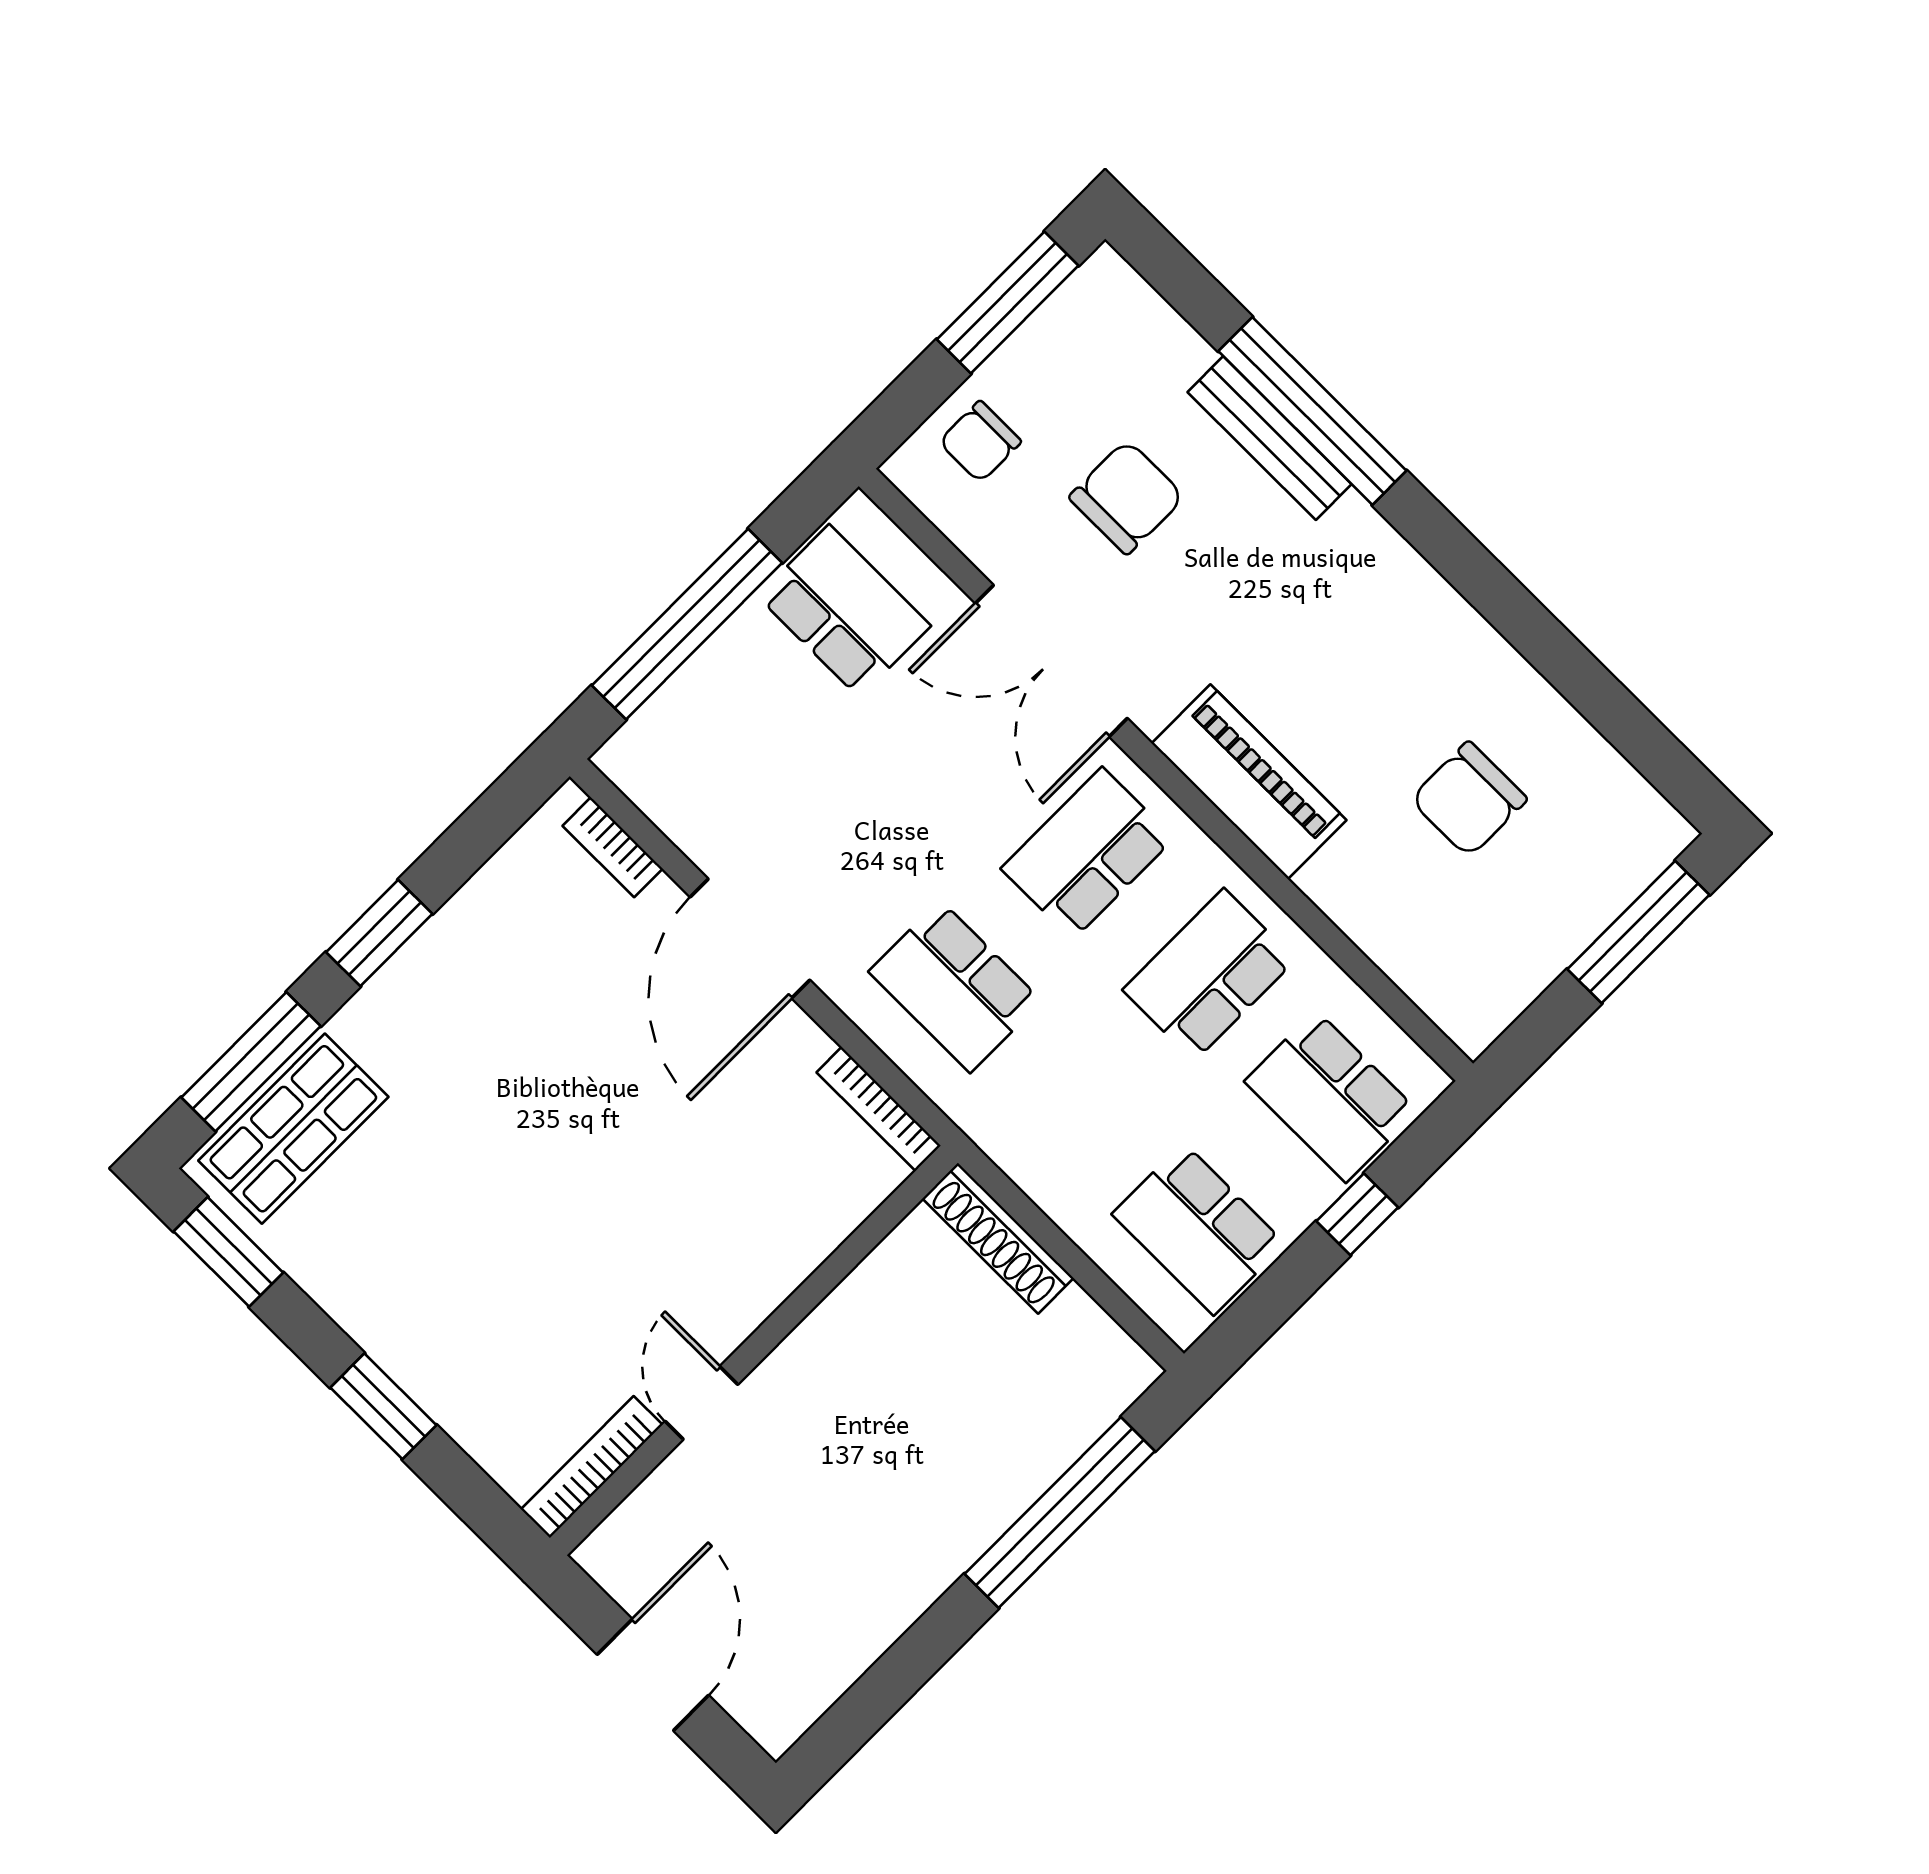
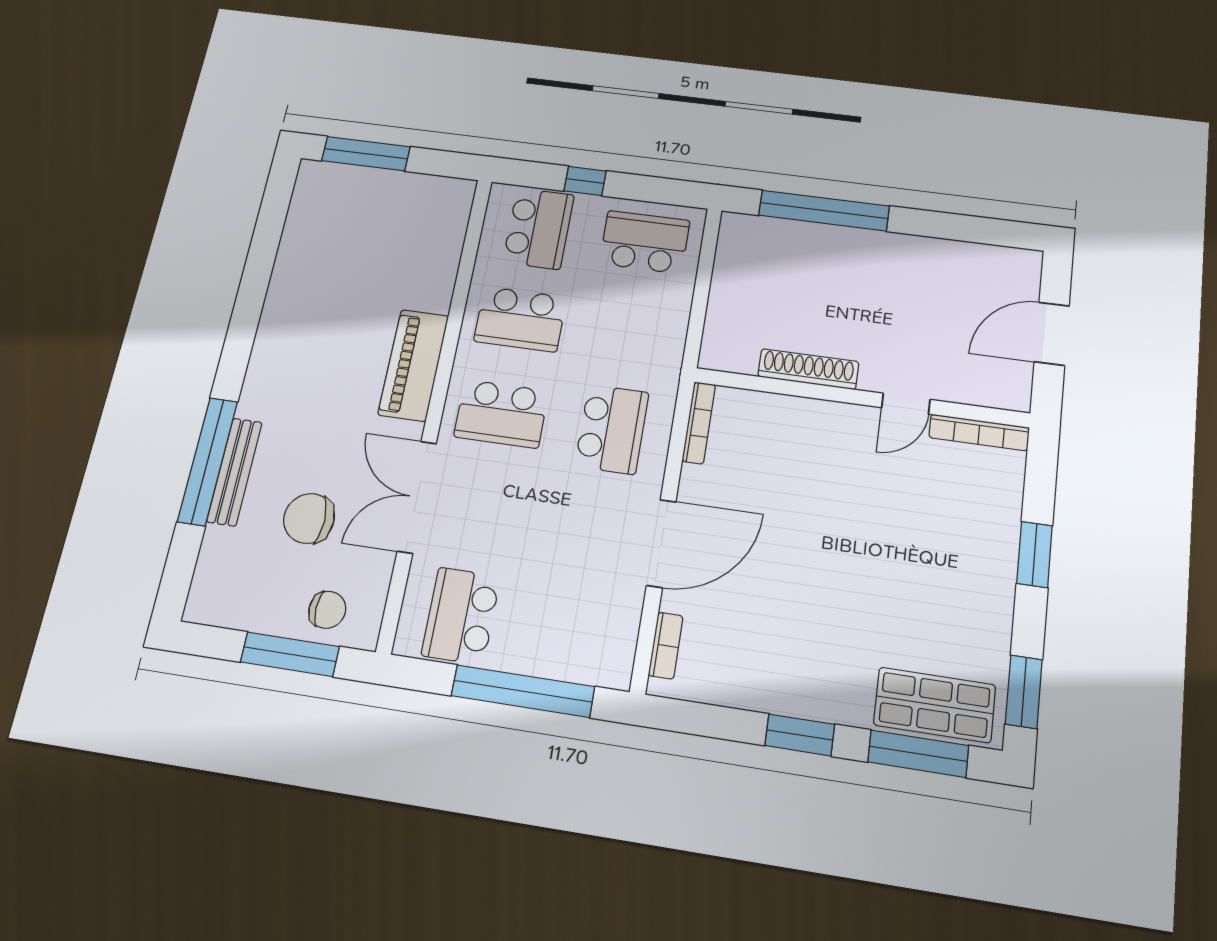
window: (1008, 302) -> (290, 654), moved
double door: (1051, 661) -> (417, 497), swing flipped
chair: (1469, 799) -> (354, 264), removed
school desk: (1199, 1229) -> (645, 242), turned -90
shoe rack: (998, 1238) -> (808, 369), moved, turned -90

